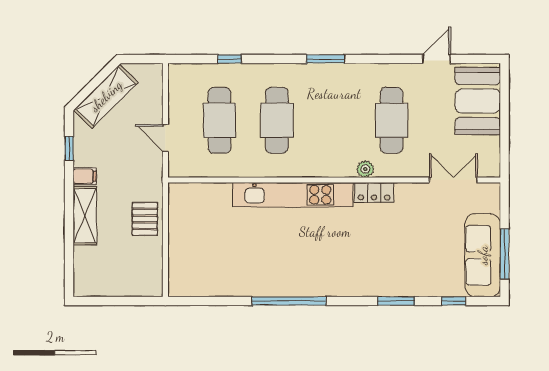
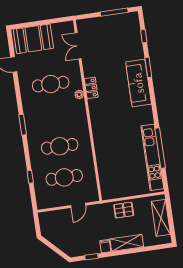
shelving: (106, 96) -> (161, 218), moved, turned 45
kitchen unit: (293, 195) -> (152, 157), moved, turned 180
sofa: (483, 255) -> (139, 83), moved, turned 90
window: (289, 301) -> (160, 148), moved

